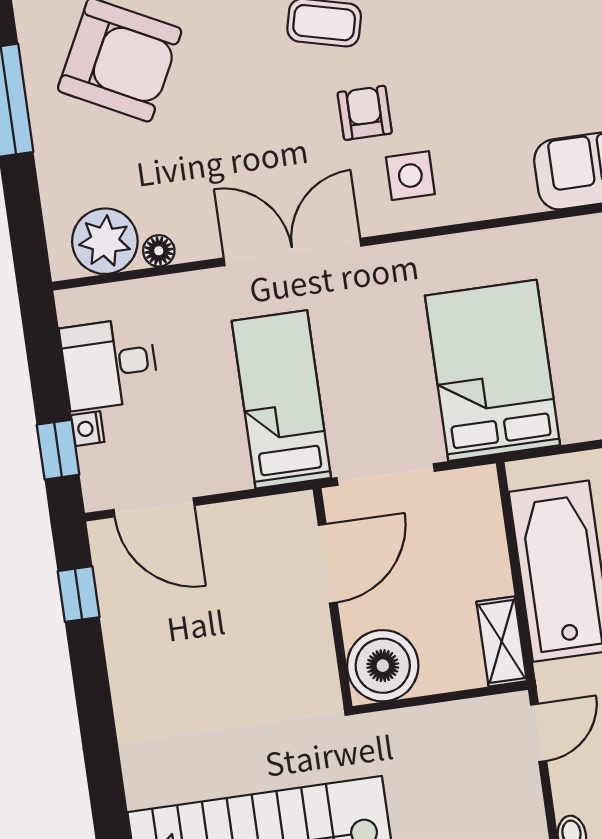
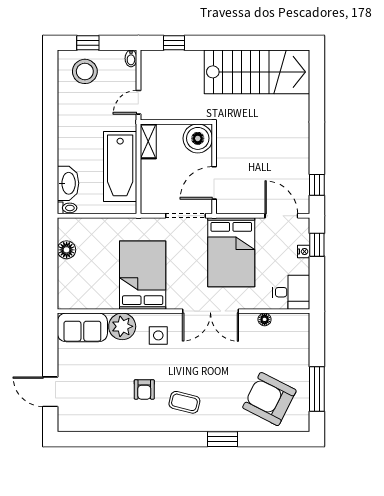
armchair: (365, 113) -> (144, 389), moved
plant: (105, 241) -> (122, 326), moved
desk: (109, 364) -> (291, 292), moved
bed: (492, 370) -> (143, 275), moved, turned 180
bed: (281, 399) -> (231, 252), width x1.50

